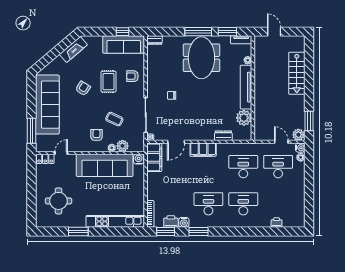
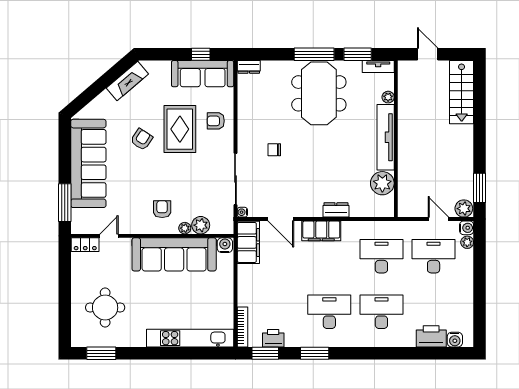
stairs: (297, 73) -> (462, 92), moved
rug: (108, 82) -> (180, 129), width x1.36, depth x1.43
coffee table: (114, 119) -> (189, 185), removed
dresser: (223, 136) -> (336, 210), moved
door: (176, 142) -> (281, 219), hinge flipped
water cooler: (184, 222) -> (455, 340), moved
printer: (277, 223) -> (431, 336), width x1.87, depth x1.48
window: (78, 231) -> (101, 353), moved

